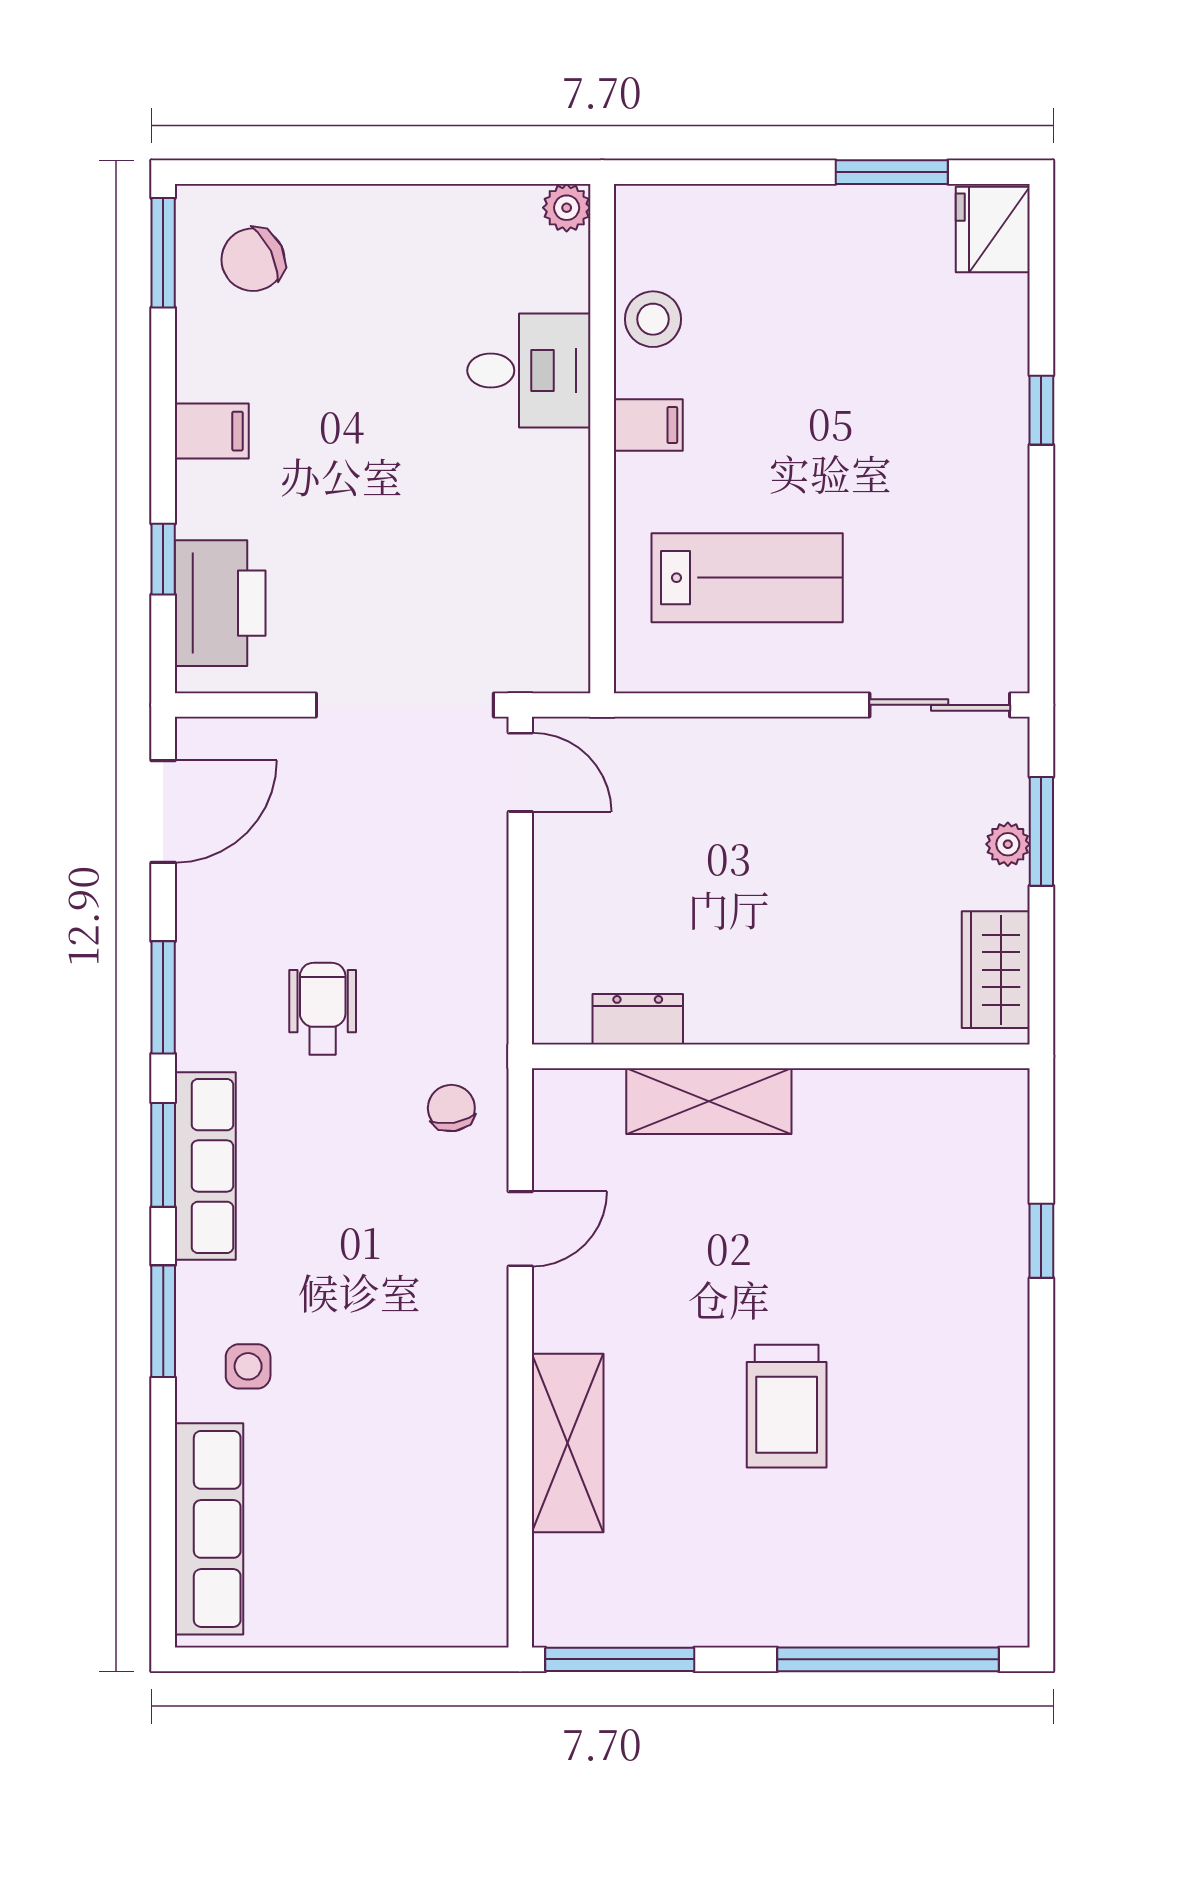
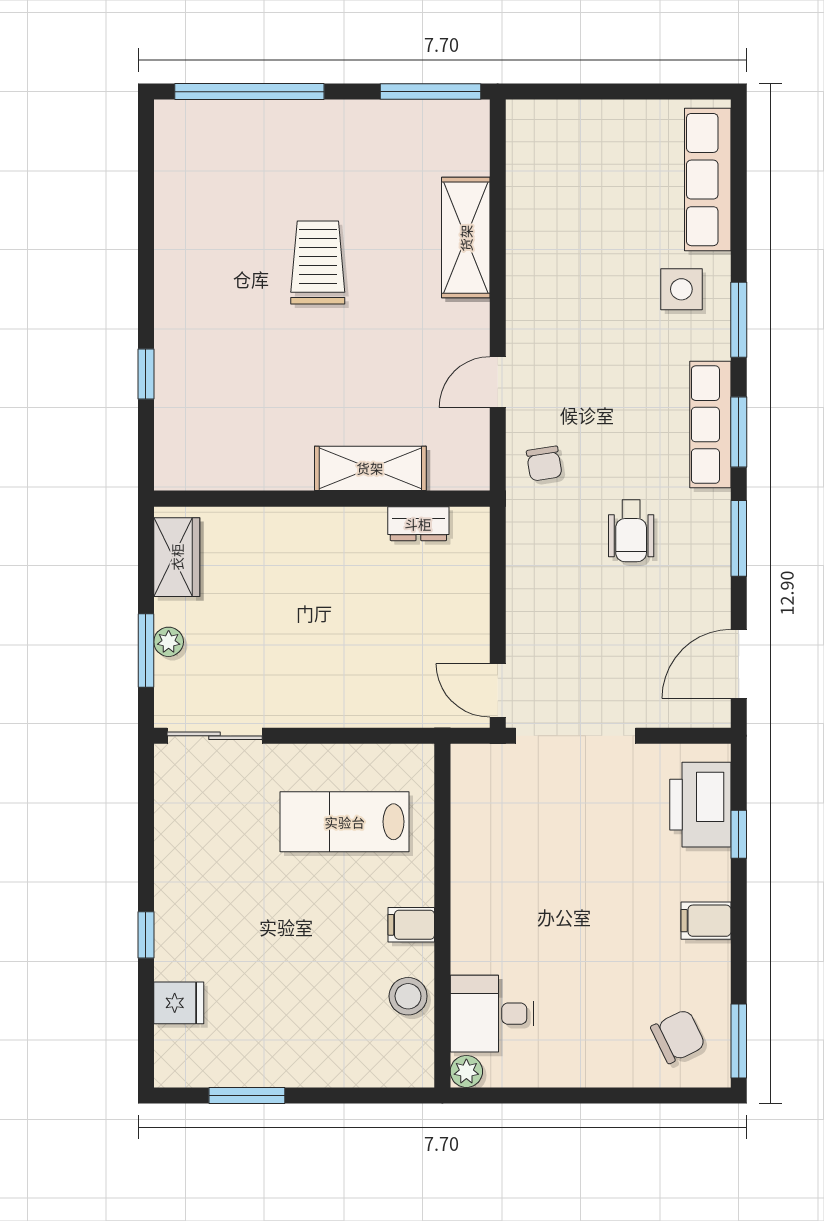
fridge: (993, 229) -> (179, 1003), moved, width x0.72
desk: (529, 371) -> (492, 1014), moved
side table: (248, 1366) -> (681, 289), width x1.37, depth x1.37

